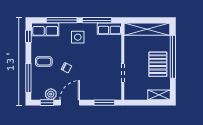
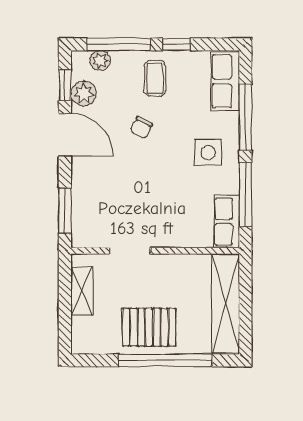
window: (28, 36) -> (177, 44), moved
plant: (36, 87) -> (100, 61), added
shelving: (159, 95) -> (82, 291), moved

